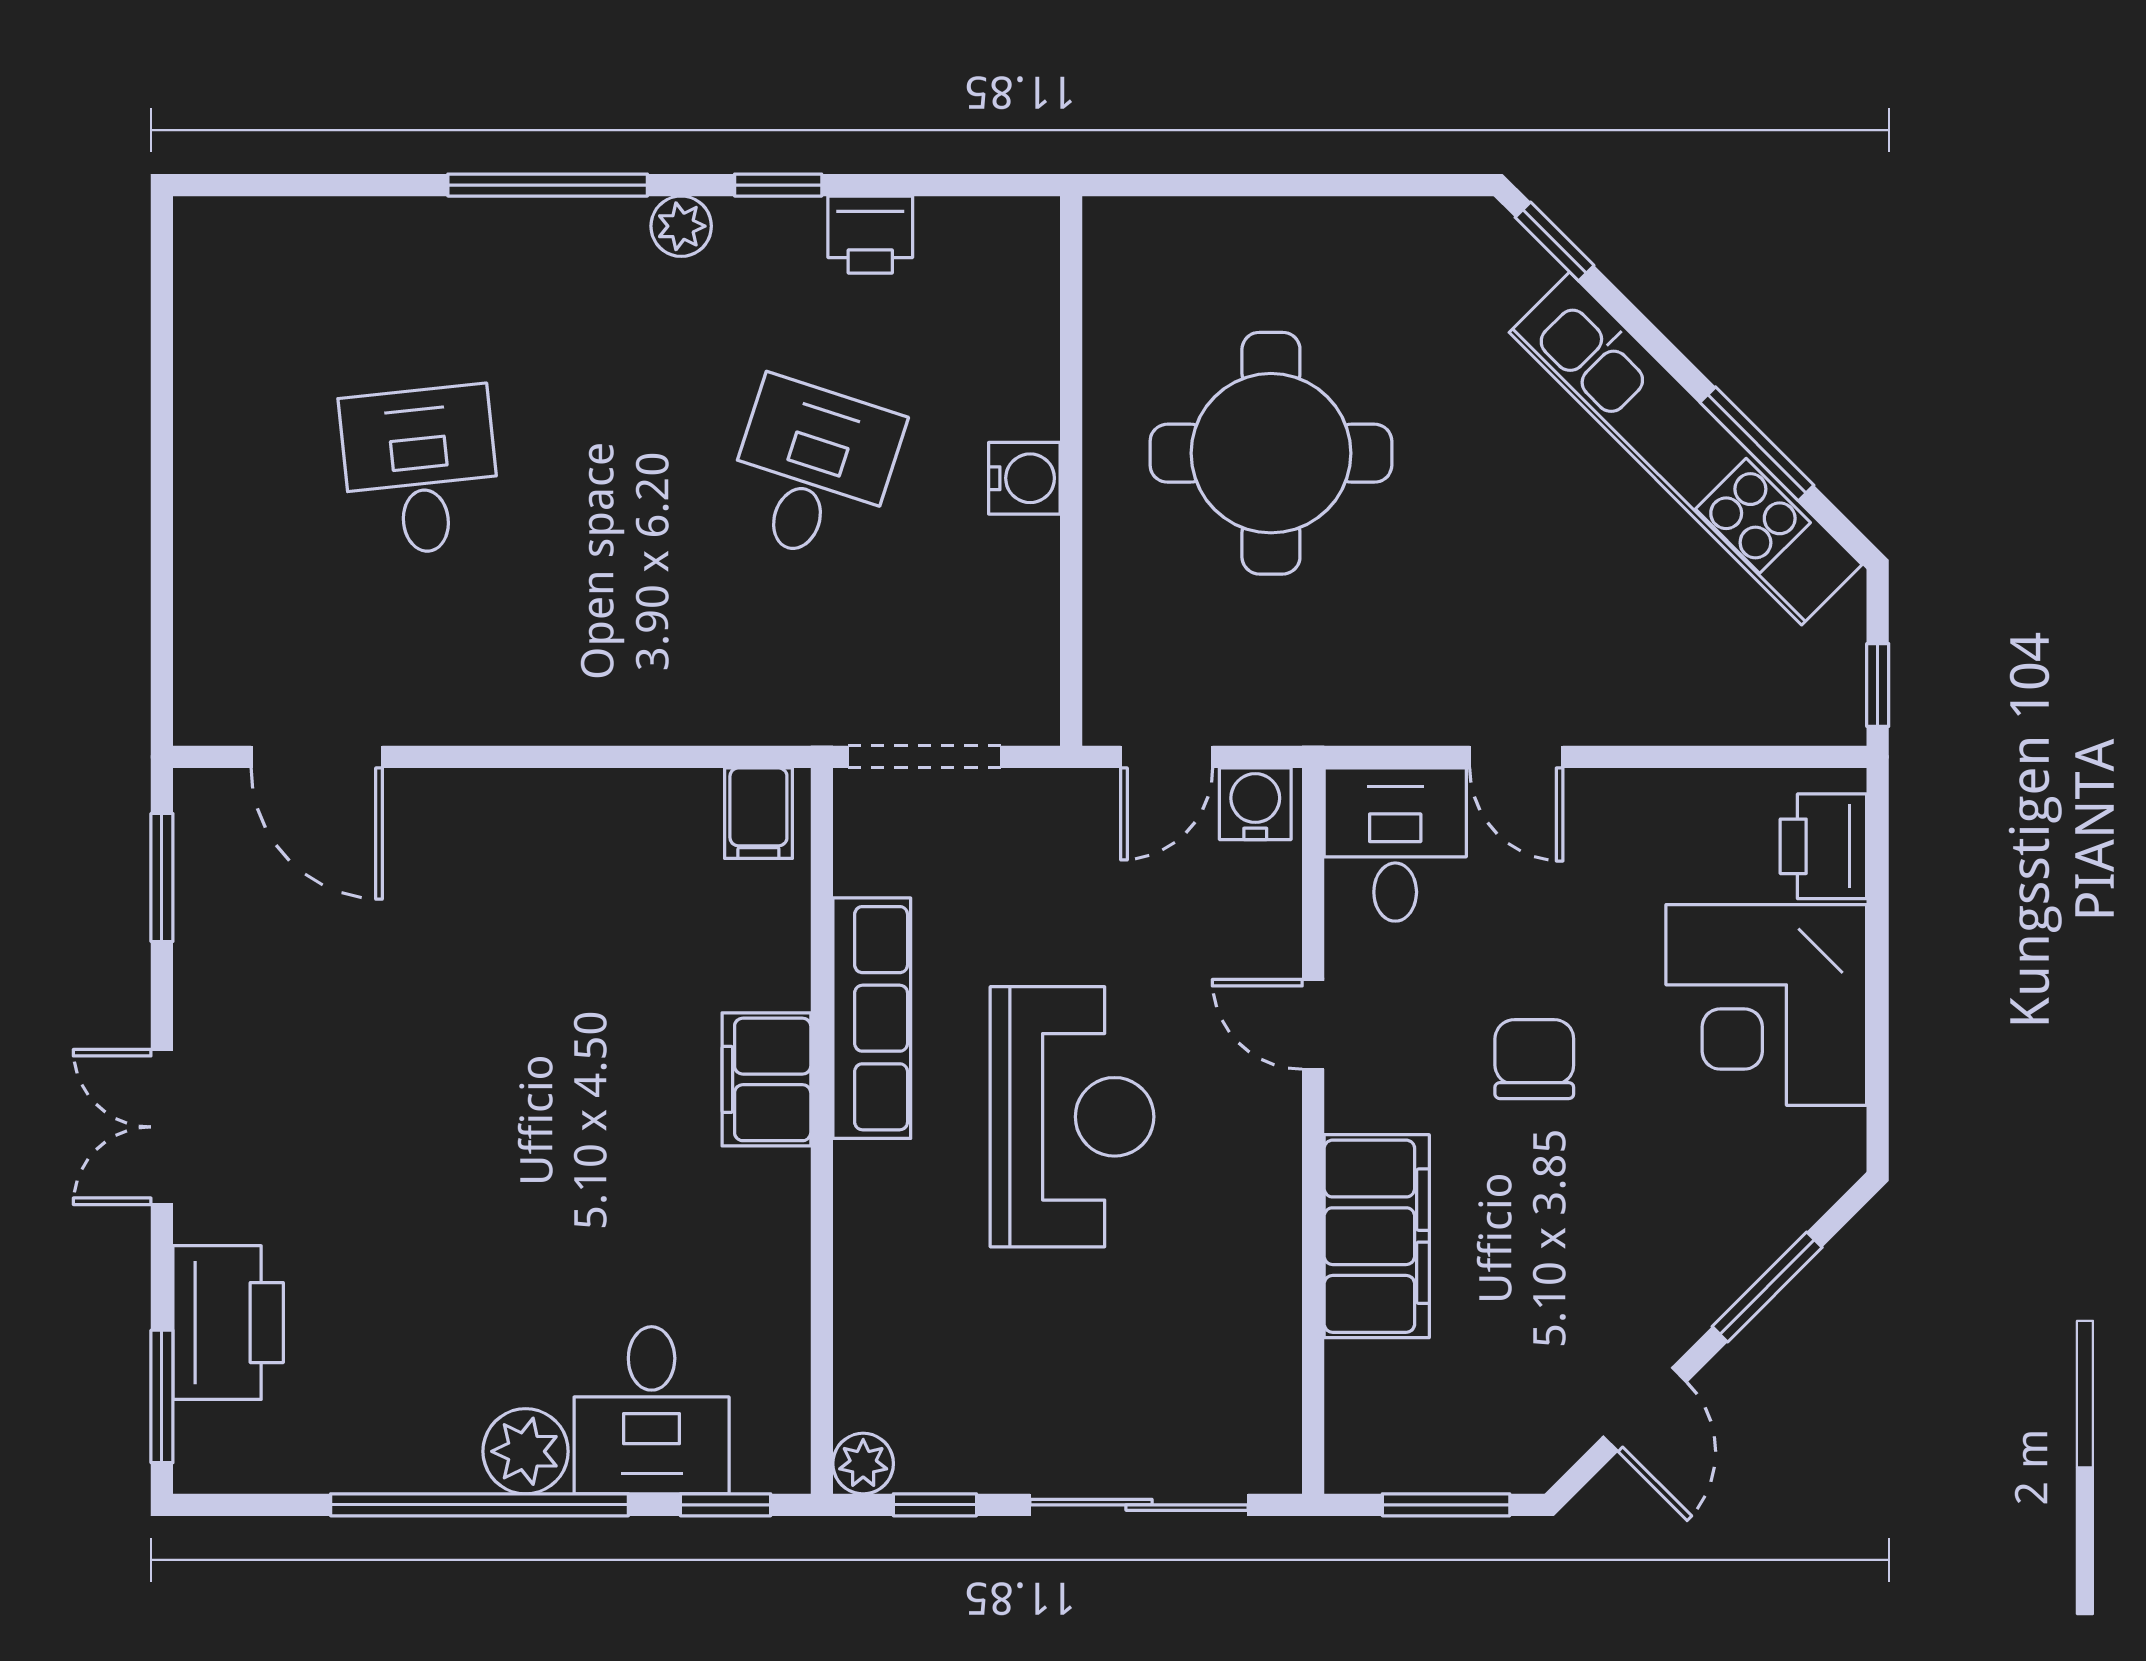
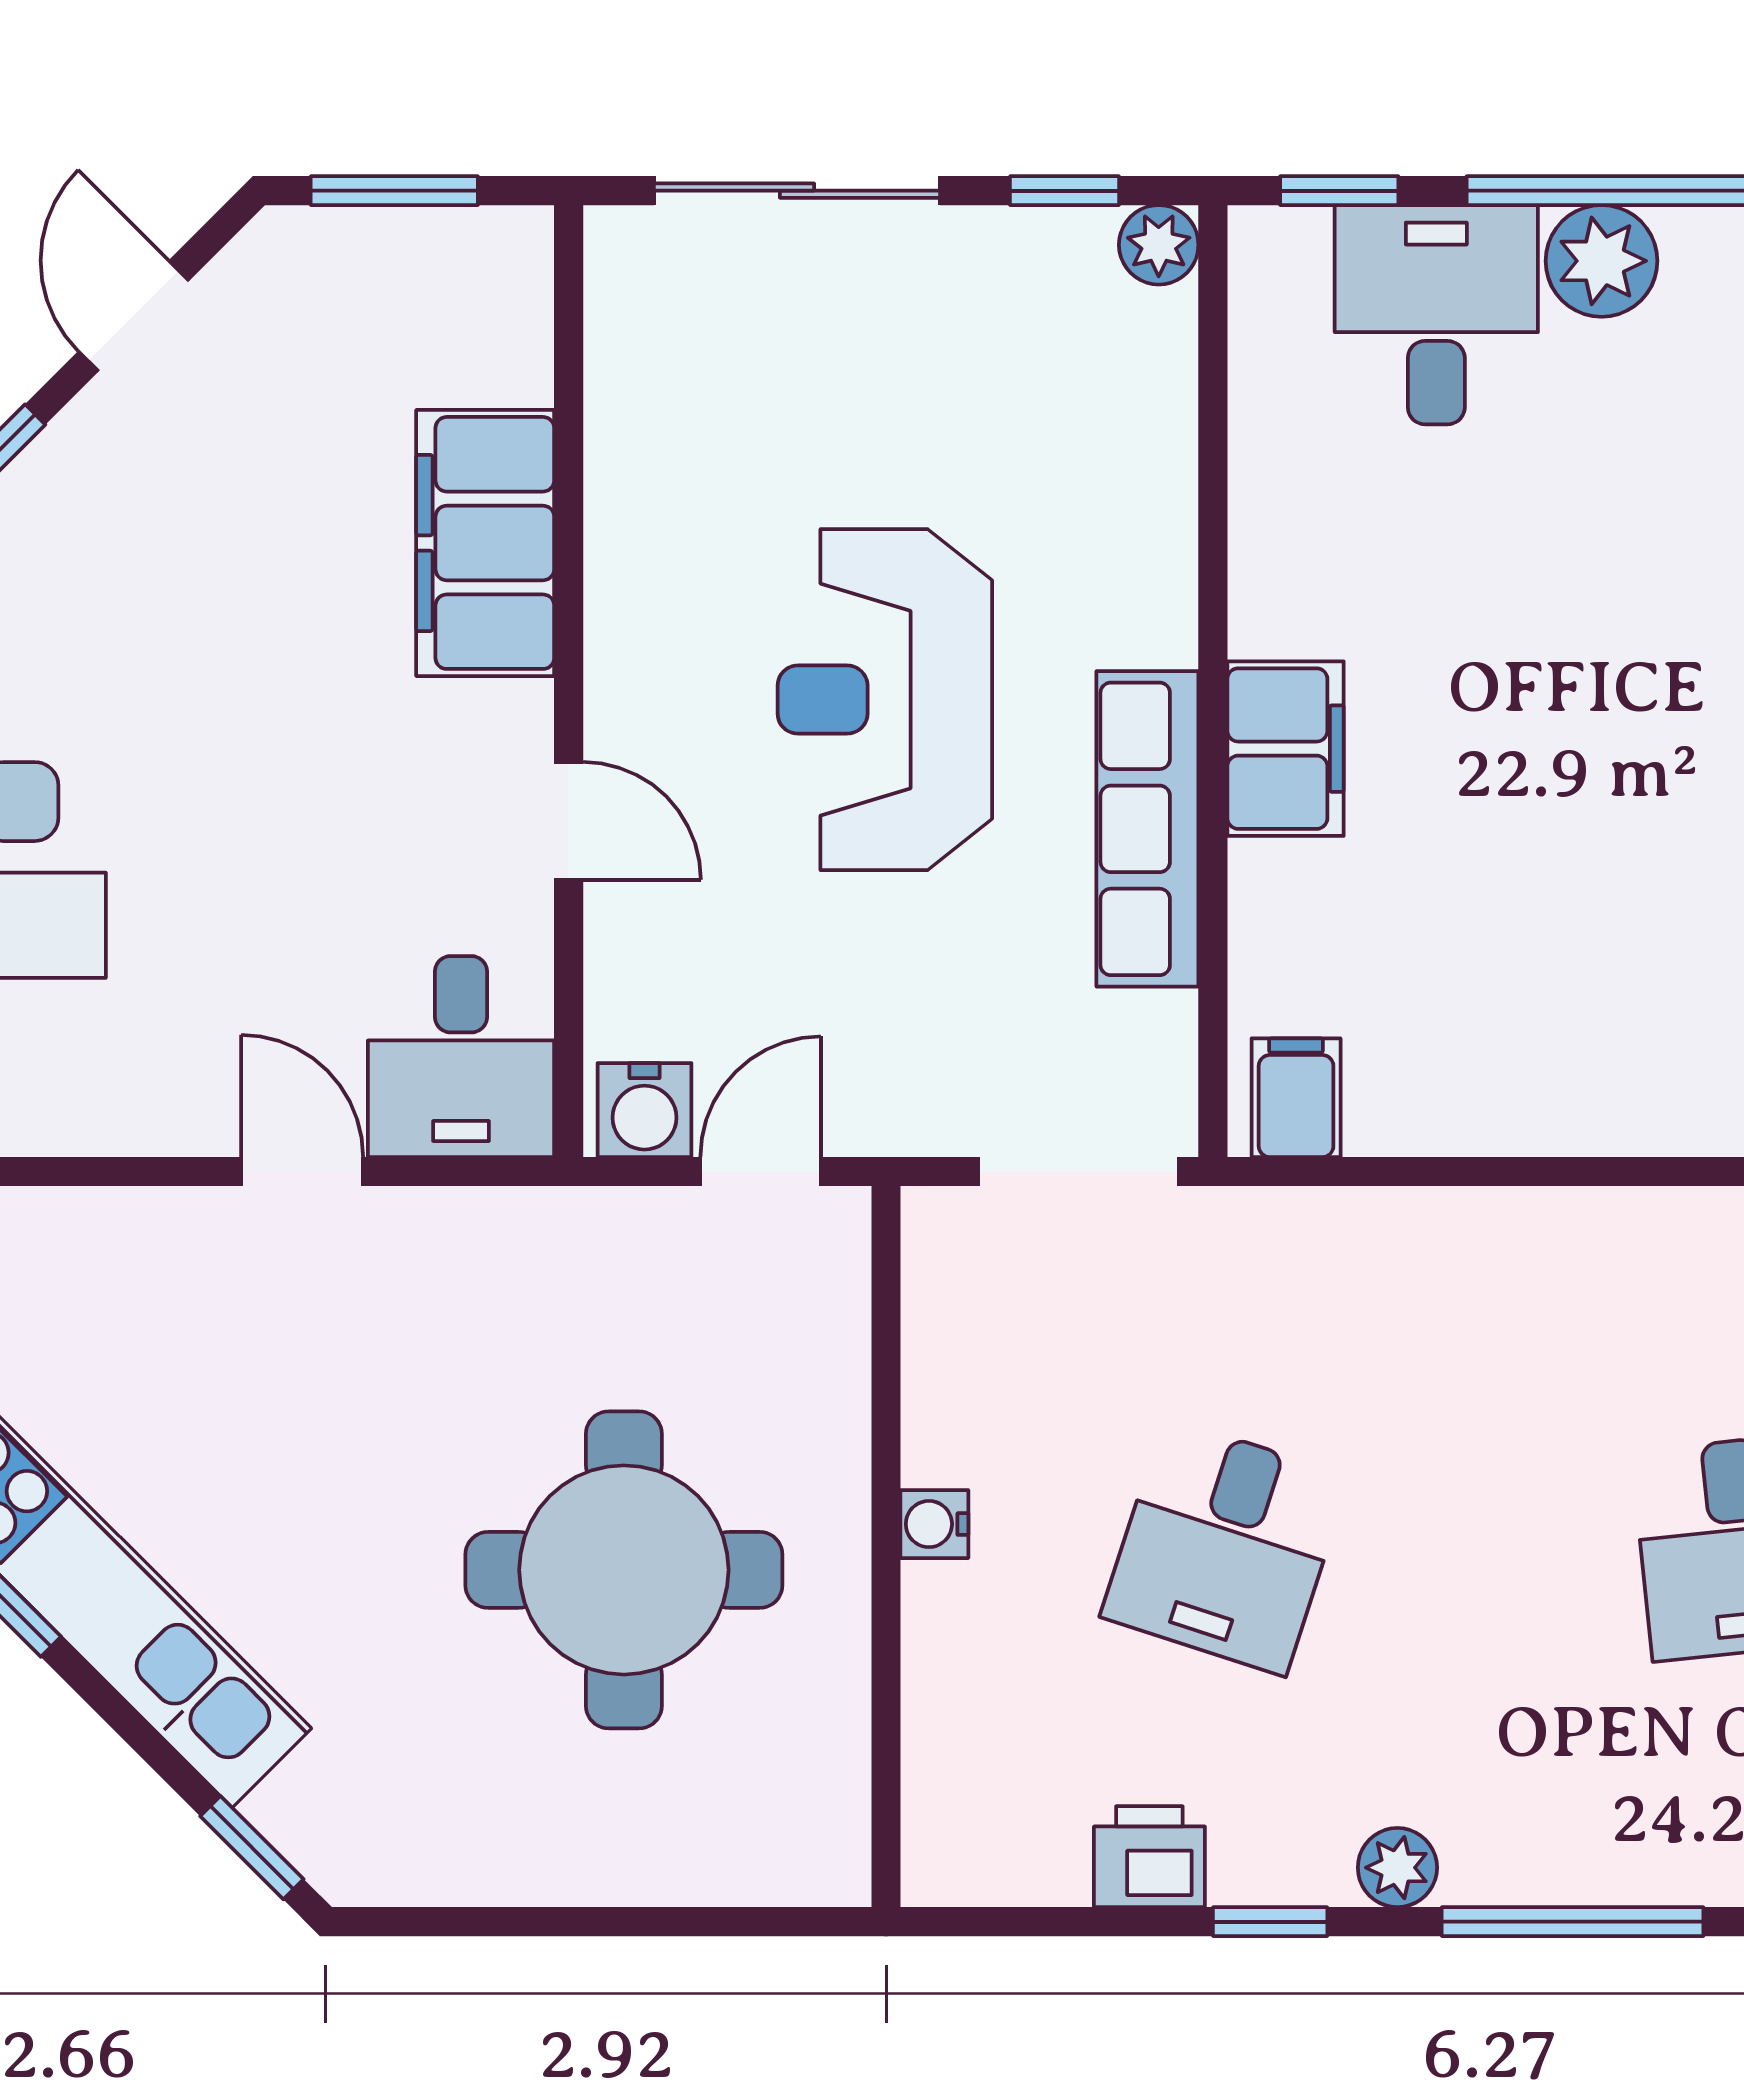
water cooler: (1024, 478) -> (934, 1524), width x0.72, depth x0.72
chair: (1534, 1059) -> (279, 775), removed

